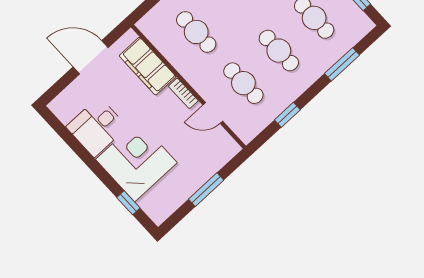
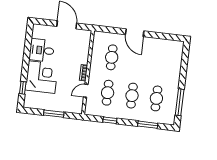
filing cabinet: (148, 66) -> (82, 50), removed
door: (213, 113) -> (86, 91), hinge flipped

